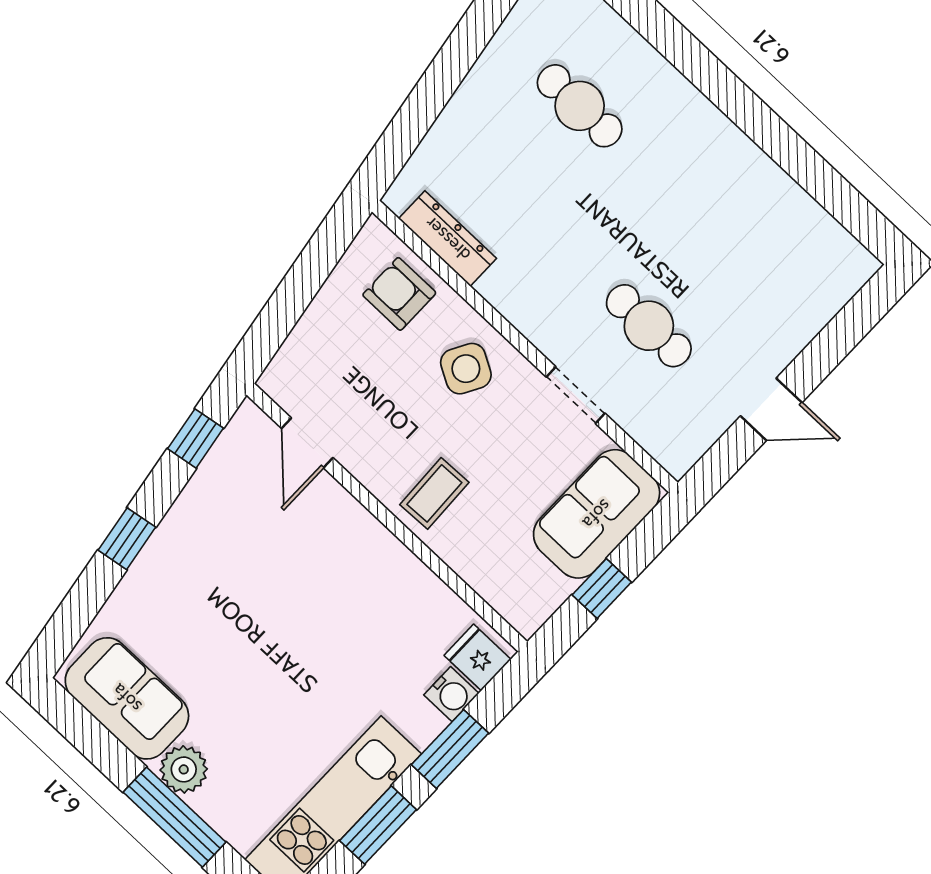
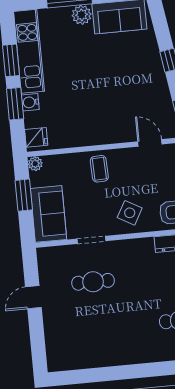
window: (602, 589) -> (24, 195), width x1.50
plant: (527, 618) -> (35, 164), added
water cooler: (451, 694) -> (30, 102), moved

